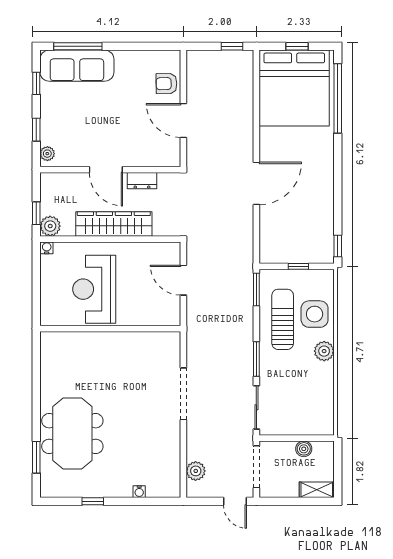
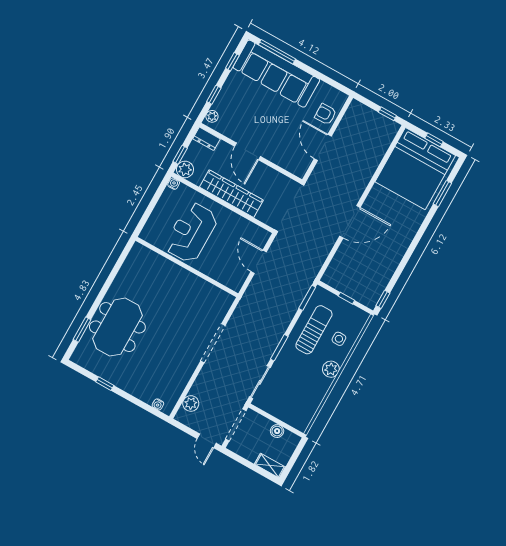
sofa: (77, 66) -> (276, 74), width x1.36, depth x1.27
window: (338, 98) -> (442, 194), width x0.47
dresser: (142, 181) -> (207, 139), moved
side table: (315, 314) -> (339, 339), width x0.54, depth x0.54
water cooler: (139, 492) -> (158, 404), moved

